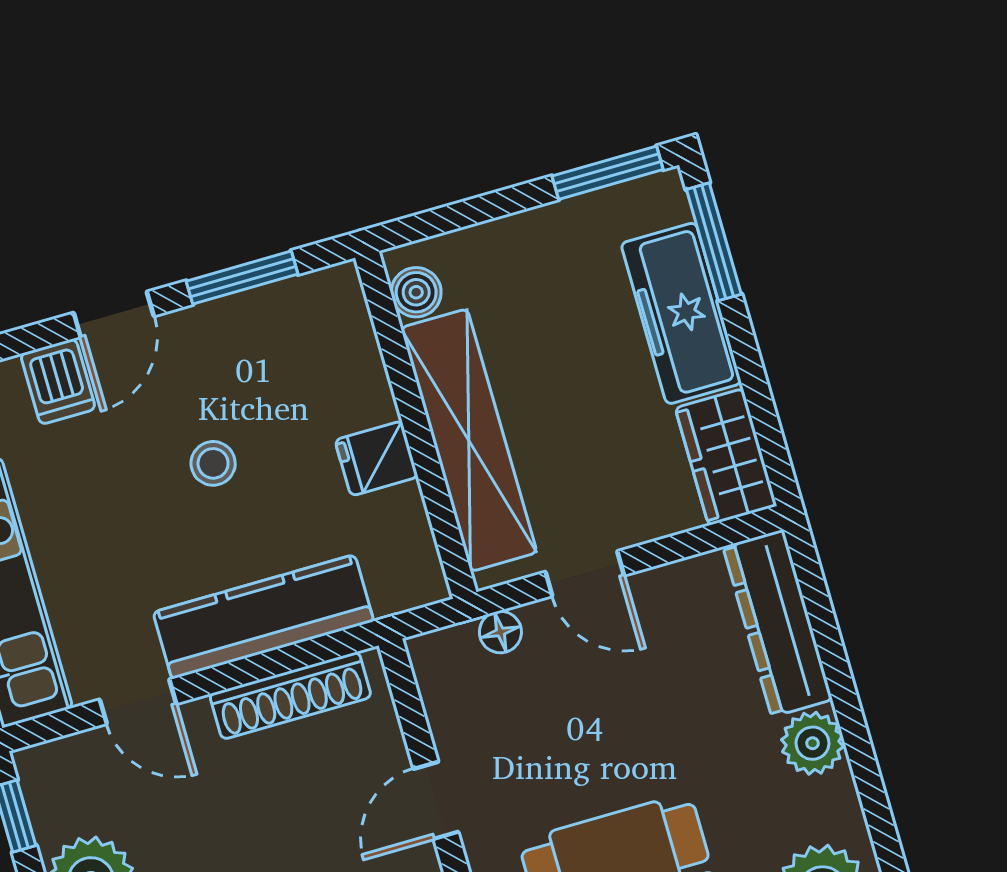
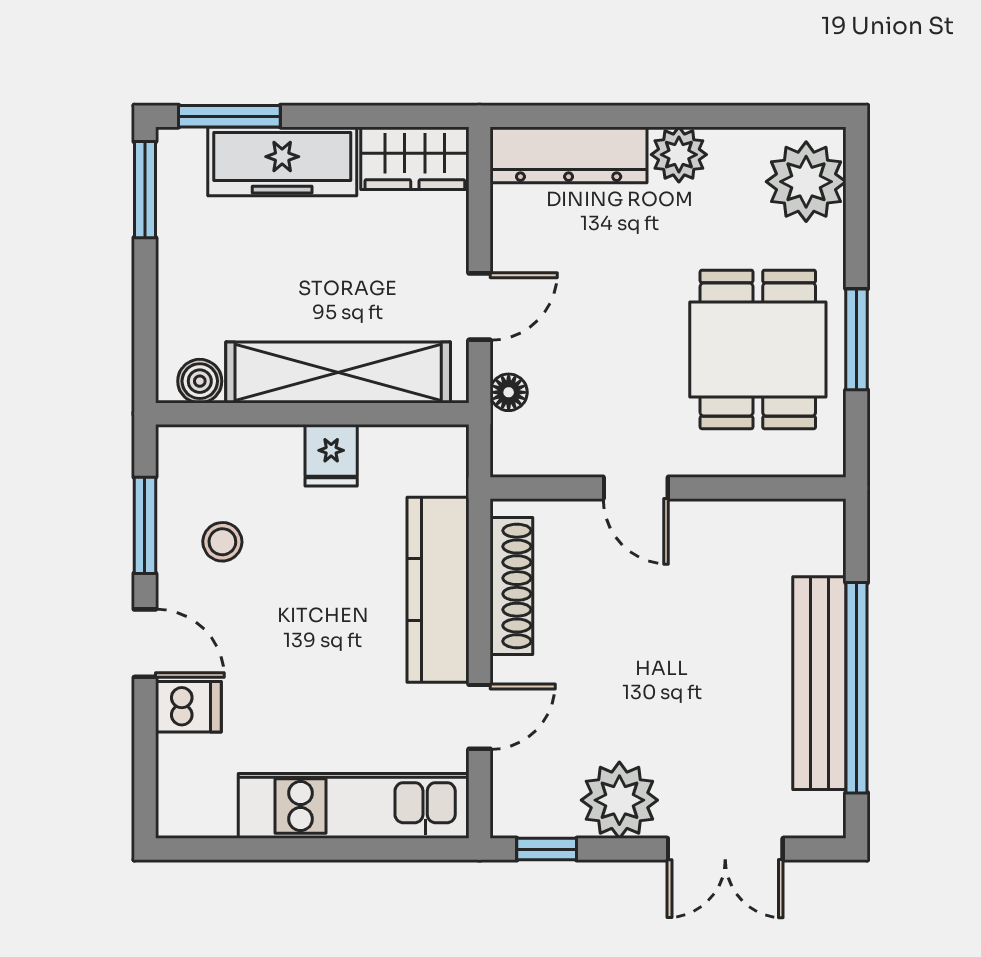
stool: (213, 463) -> (222, 542), moved

